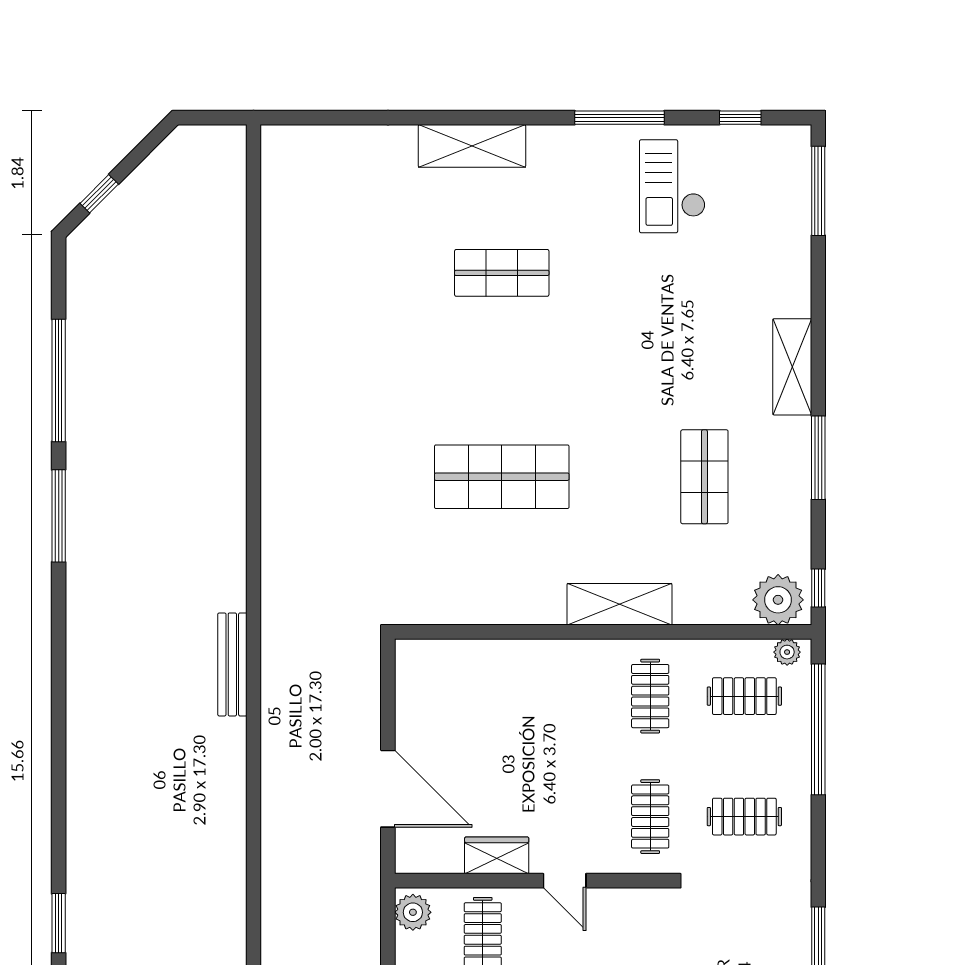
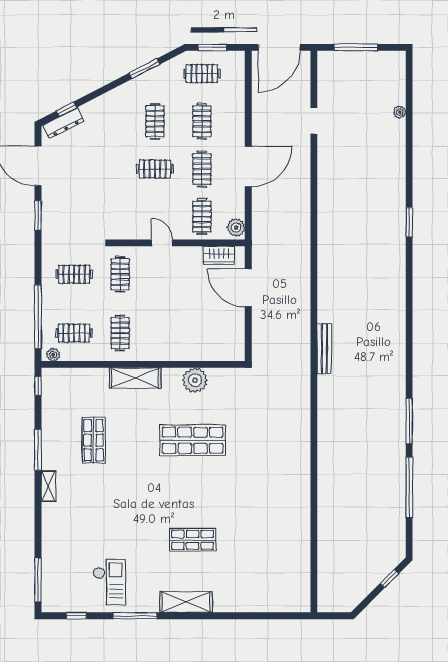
shelving: (472, 146) -> (186, 602), moved
shelving: (792, 367) -> (48, 486), width x0.67, depth x0.75
plant: (778, 600) -> (195, 380), moved
wardrobe: (497, 855) -> (219, 255), moved

